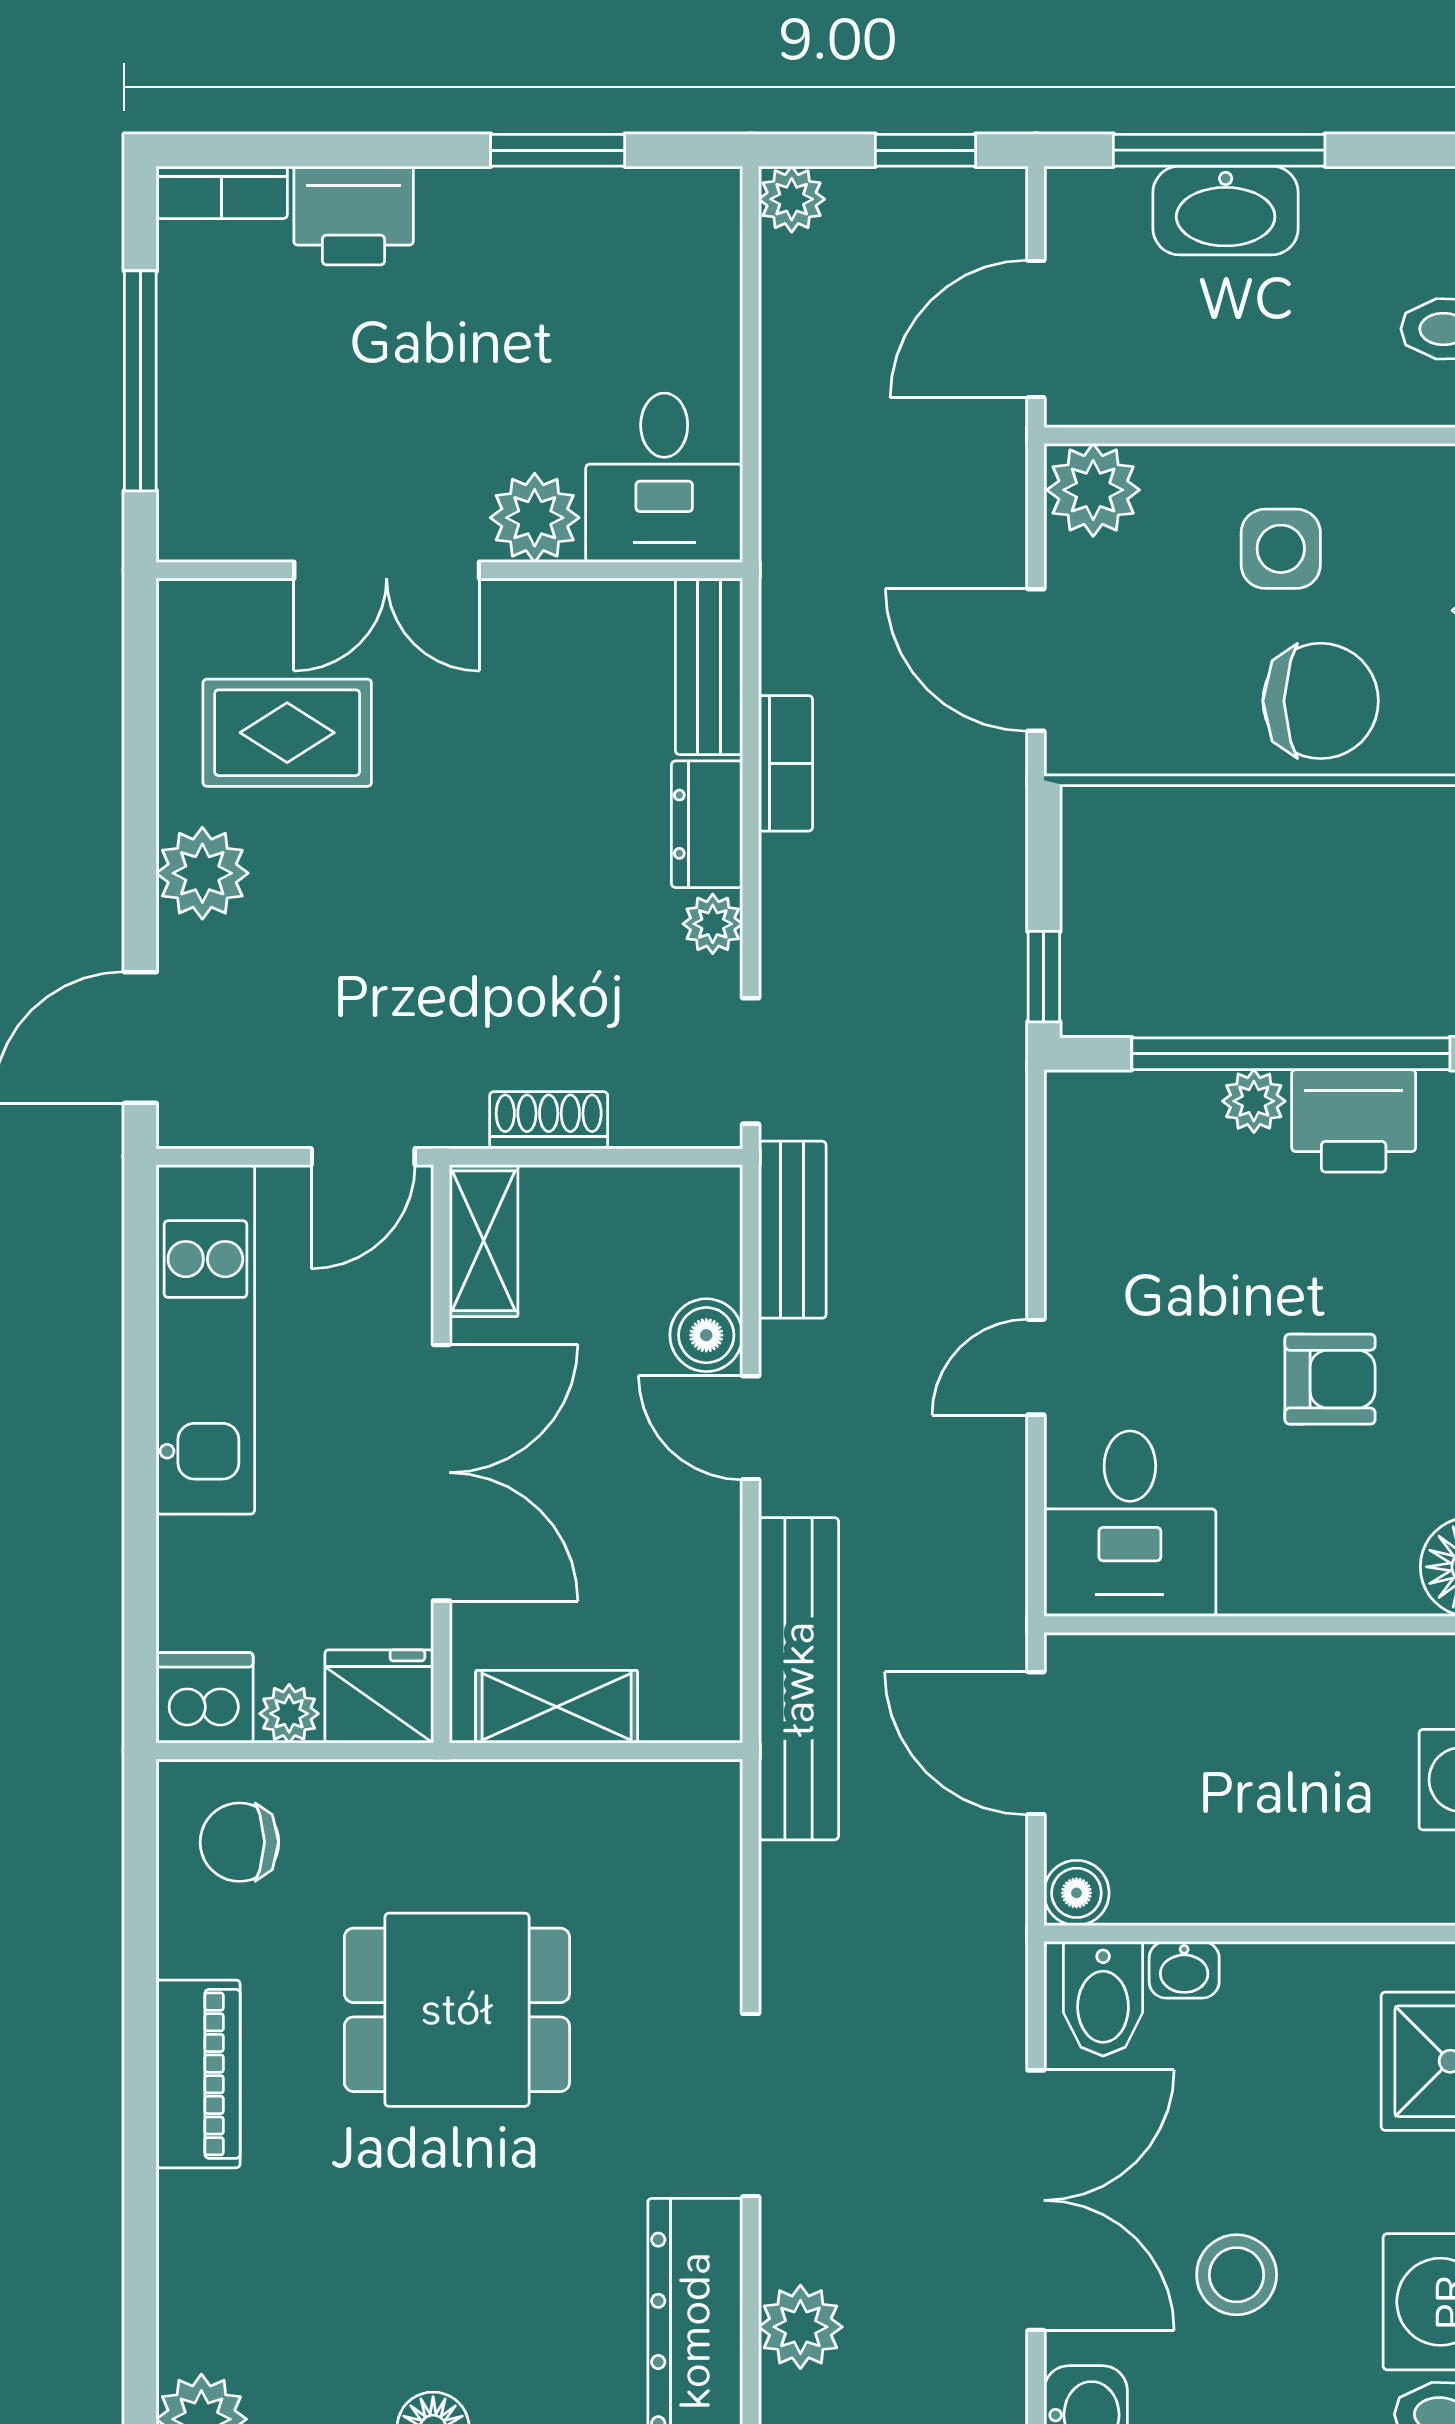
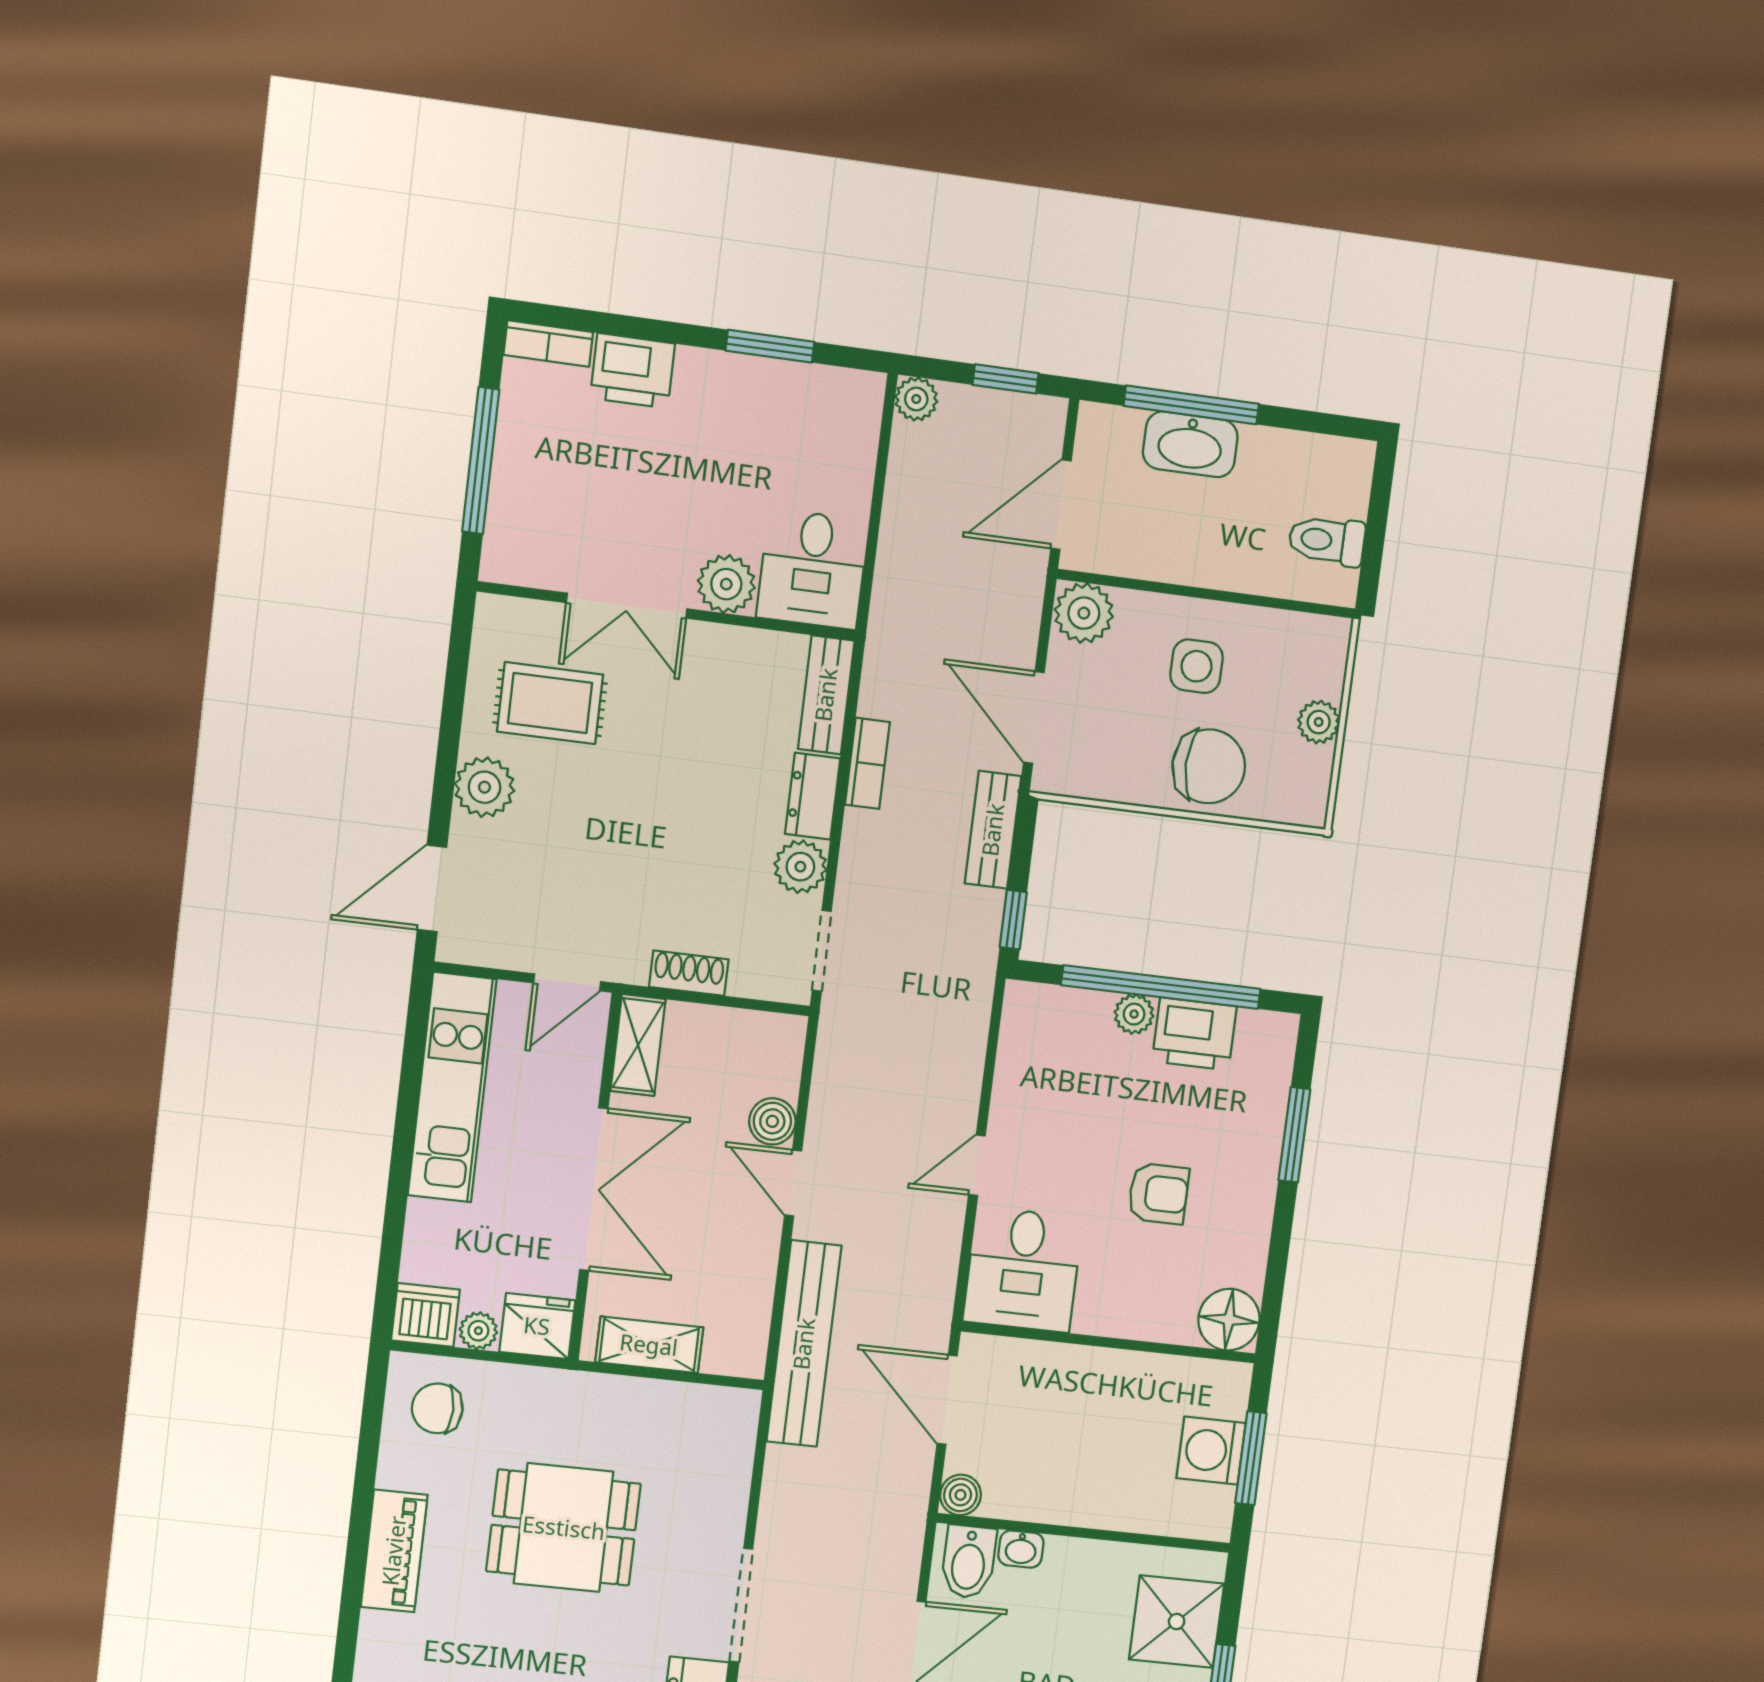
plant: (713, 924) -> (800, 867), width x1.38, depth x1.38
bench: (792, 1230) -> (993, 830), moved

